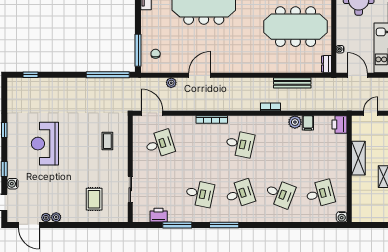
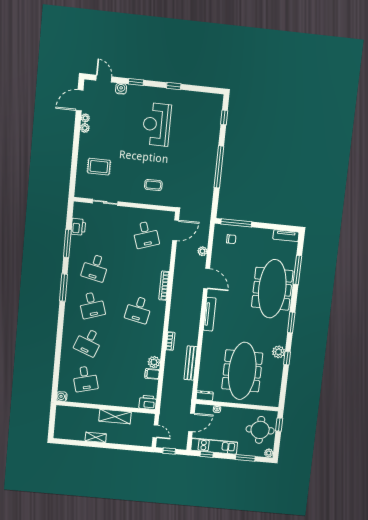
tv unit: (238, 68) -> (210, 314), added
window: (108, 75) -> (219, 167), moved
reception desk: (45, 144) -> (157, 124), turned -90

